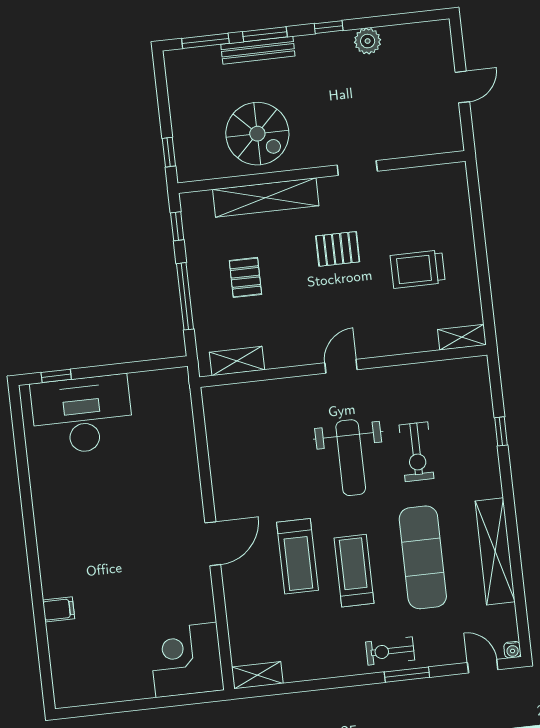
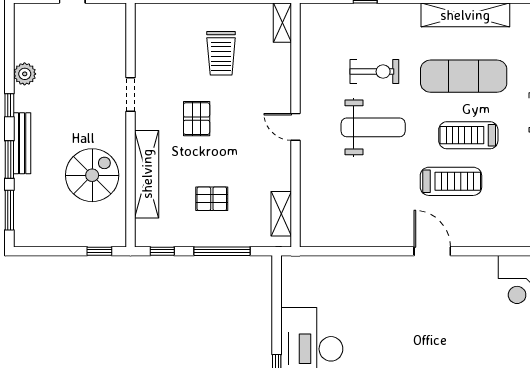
bench: (258, 50) -> (22, 143), moved

